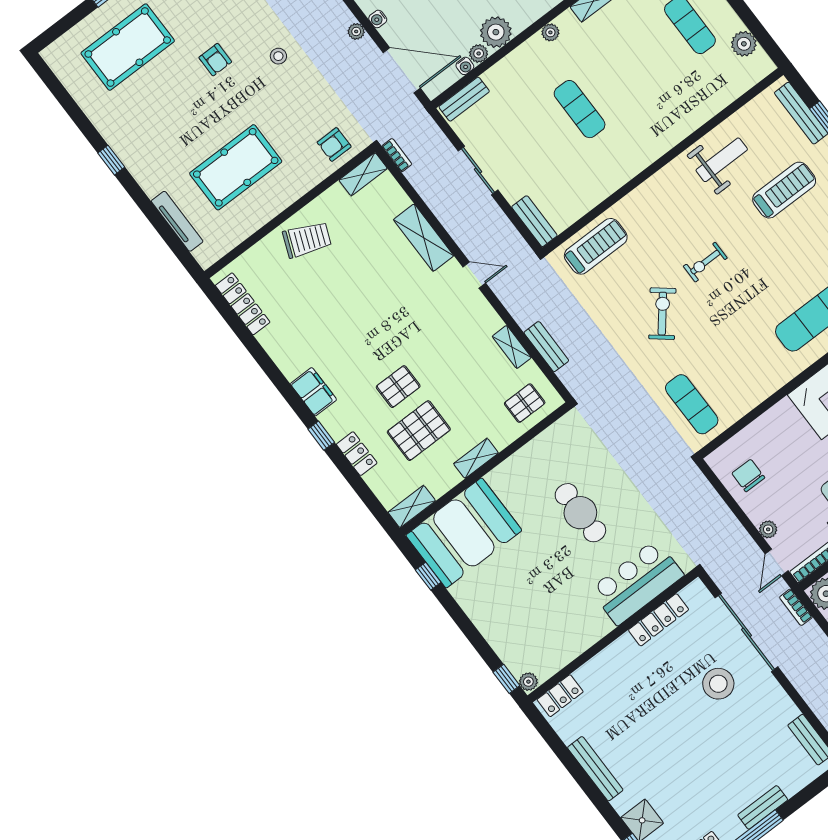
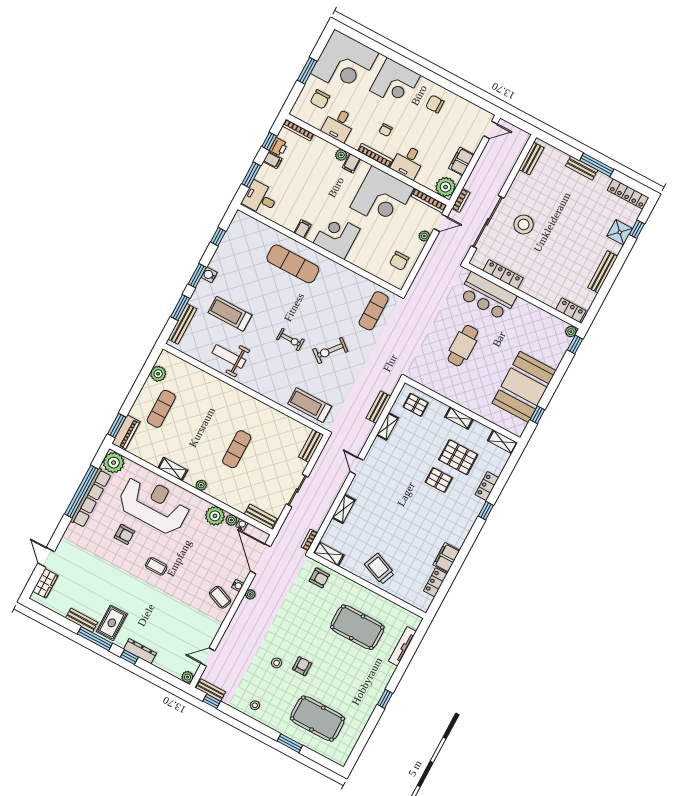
stool: (278, 56) -> (277, 663), moved
shelving: (424, 238) -> (344, 509), width x0.67, depth x0.75
locker: (243, 304) -> (435, 582), width x0.66
filing cabinet: (313, 392) -> (446, 558), moved
booth: (464, 533) -> (524, 387), moved, turned 90

